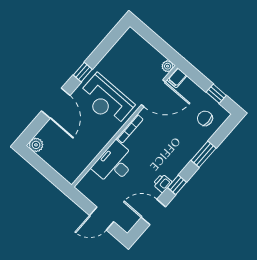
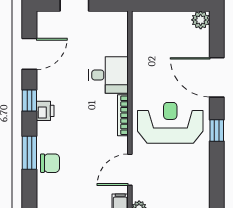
door: (153, 93) -> (130, 170), width x0.73
chair: (205, 118) -> (50, 163), moved
desk: (114, 164) -> (108, 75), width x0.73
printer: (162, 183) -> (45, 111), moved

